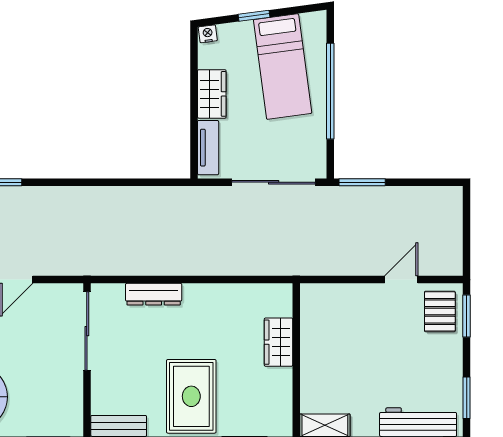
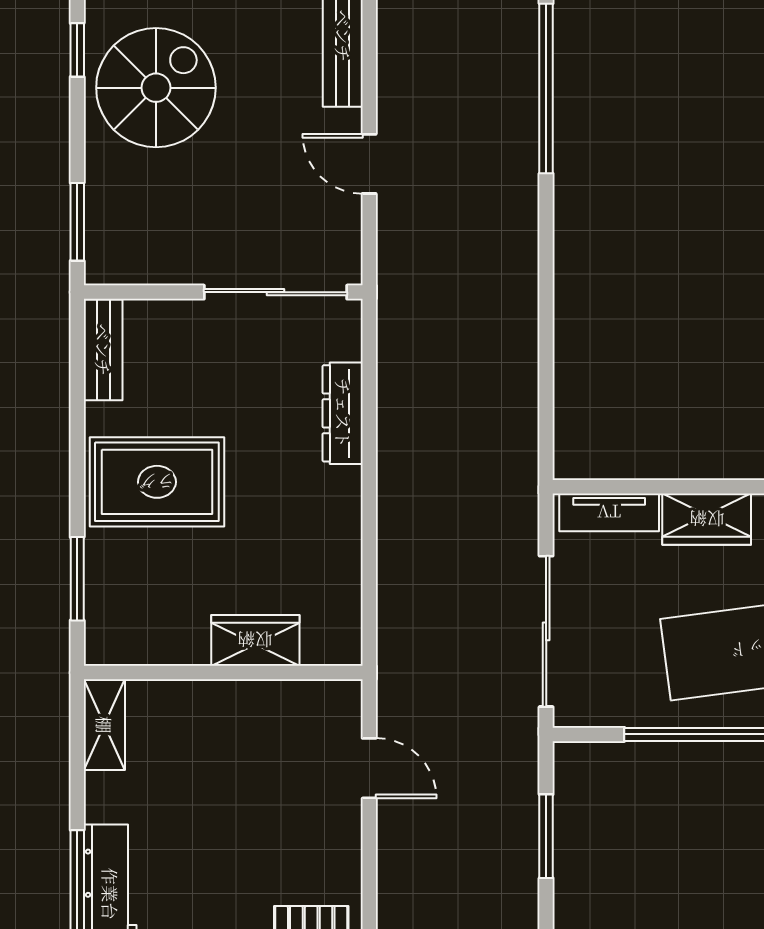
window: (362, 182) -> (546, 836), moved
door: (401, 280) -> (369, 768), moved

